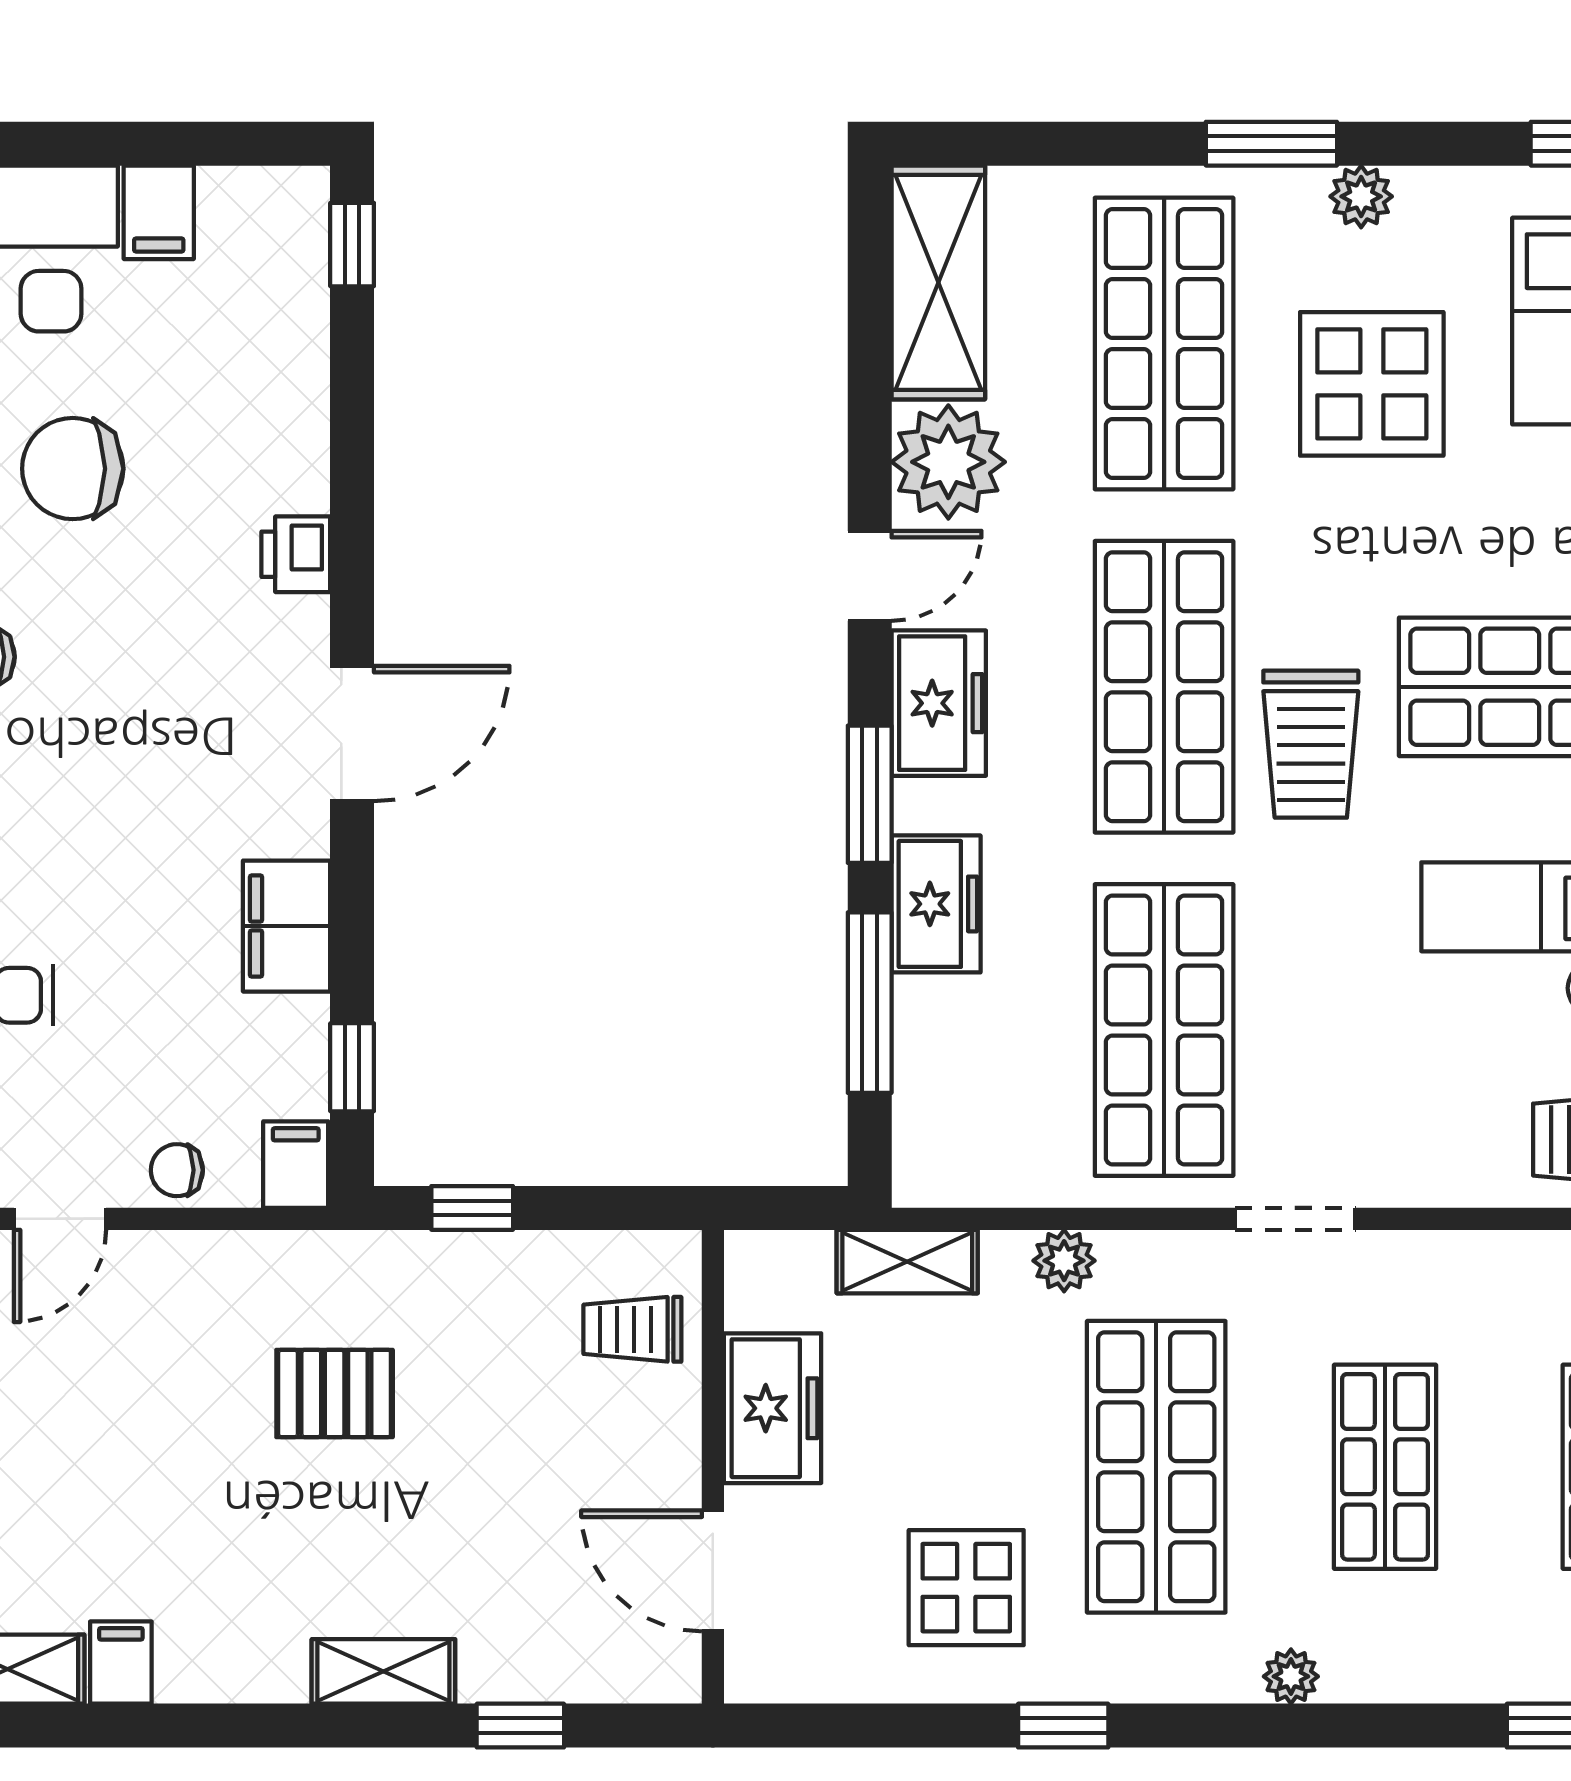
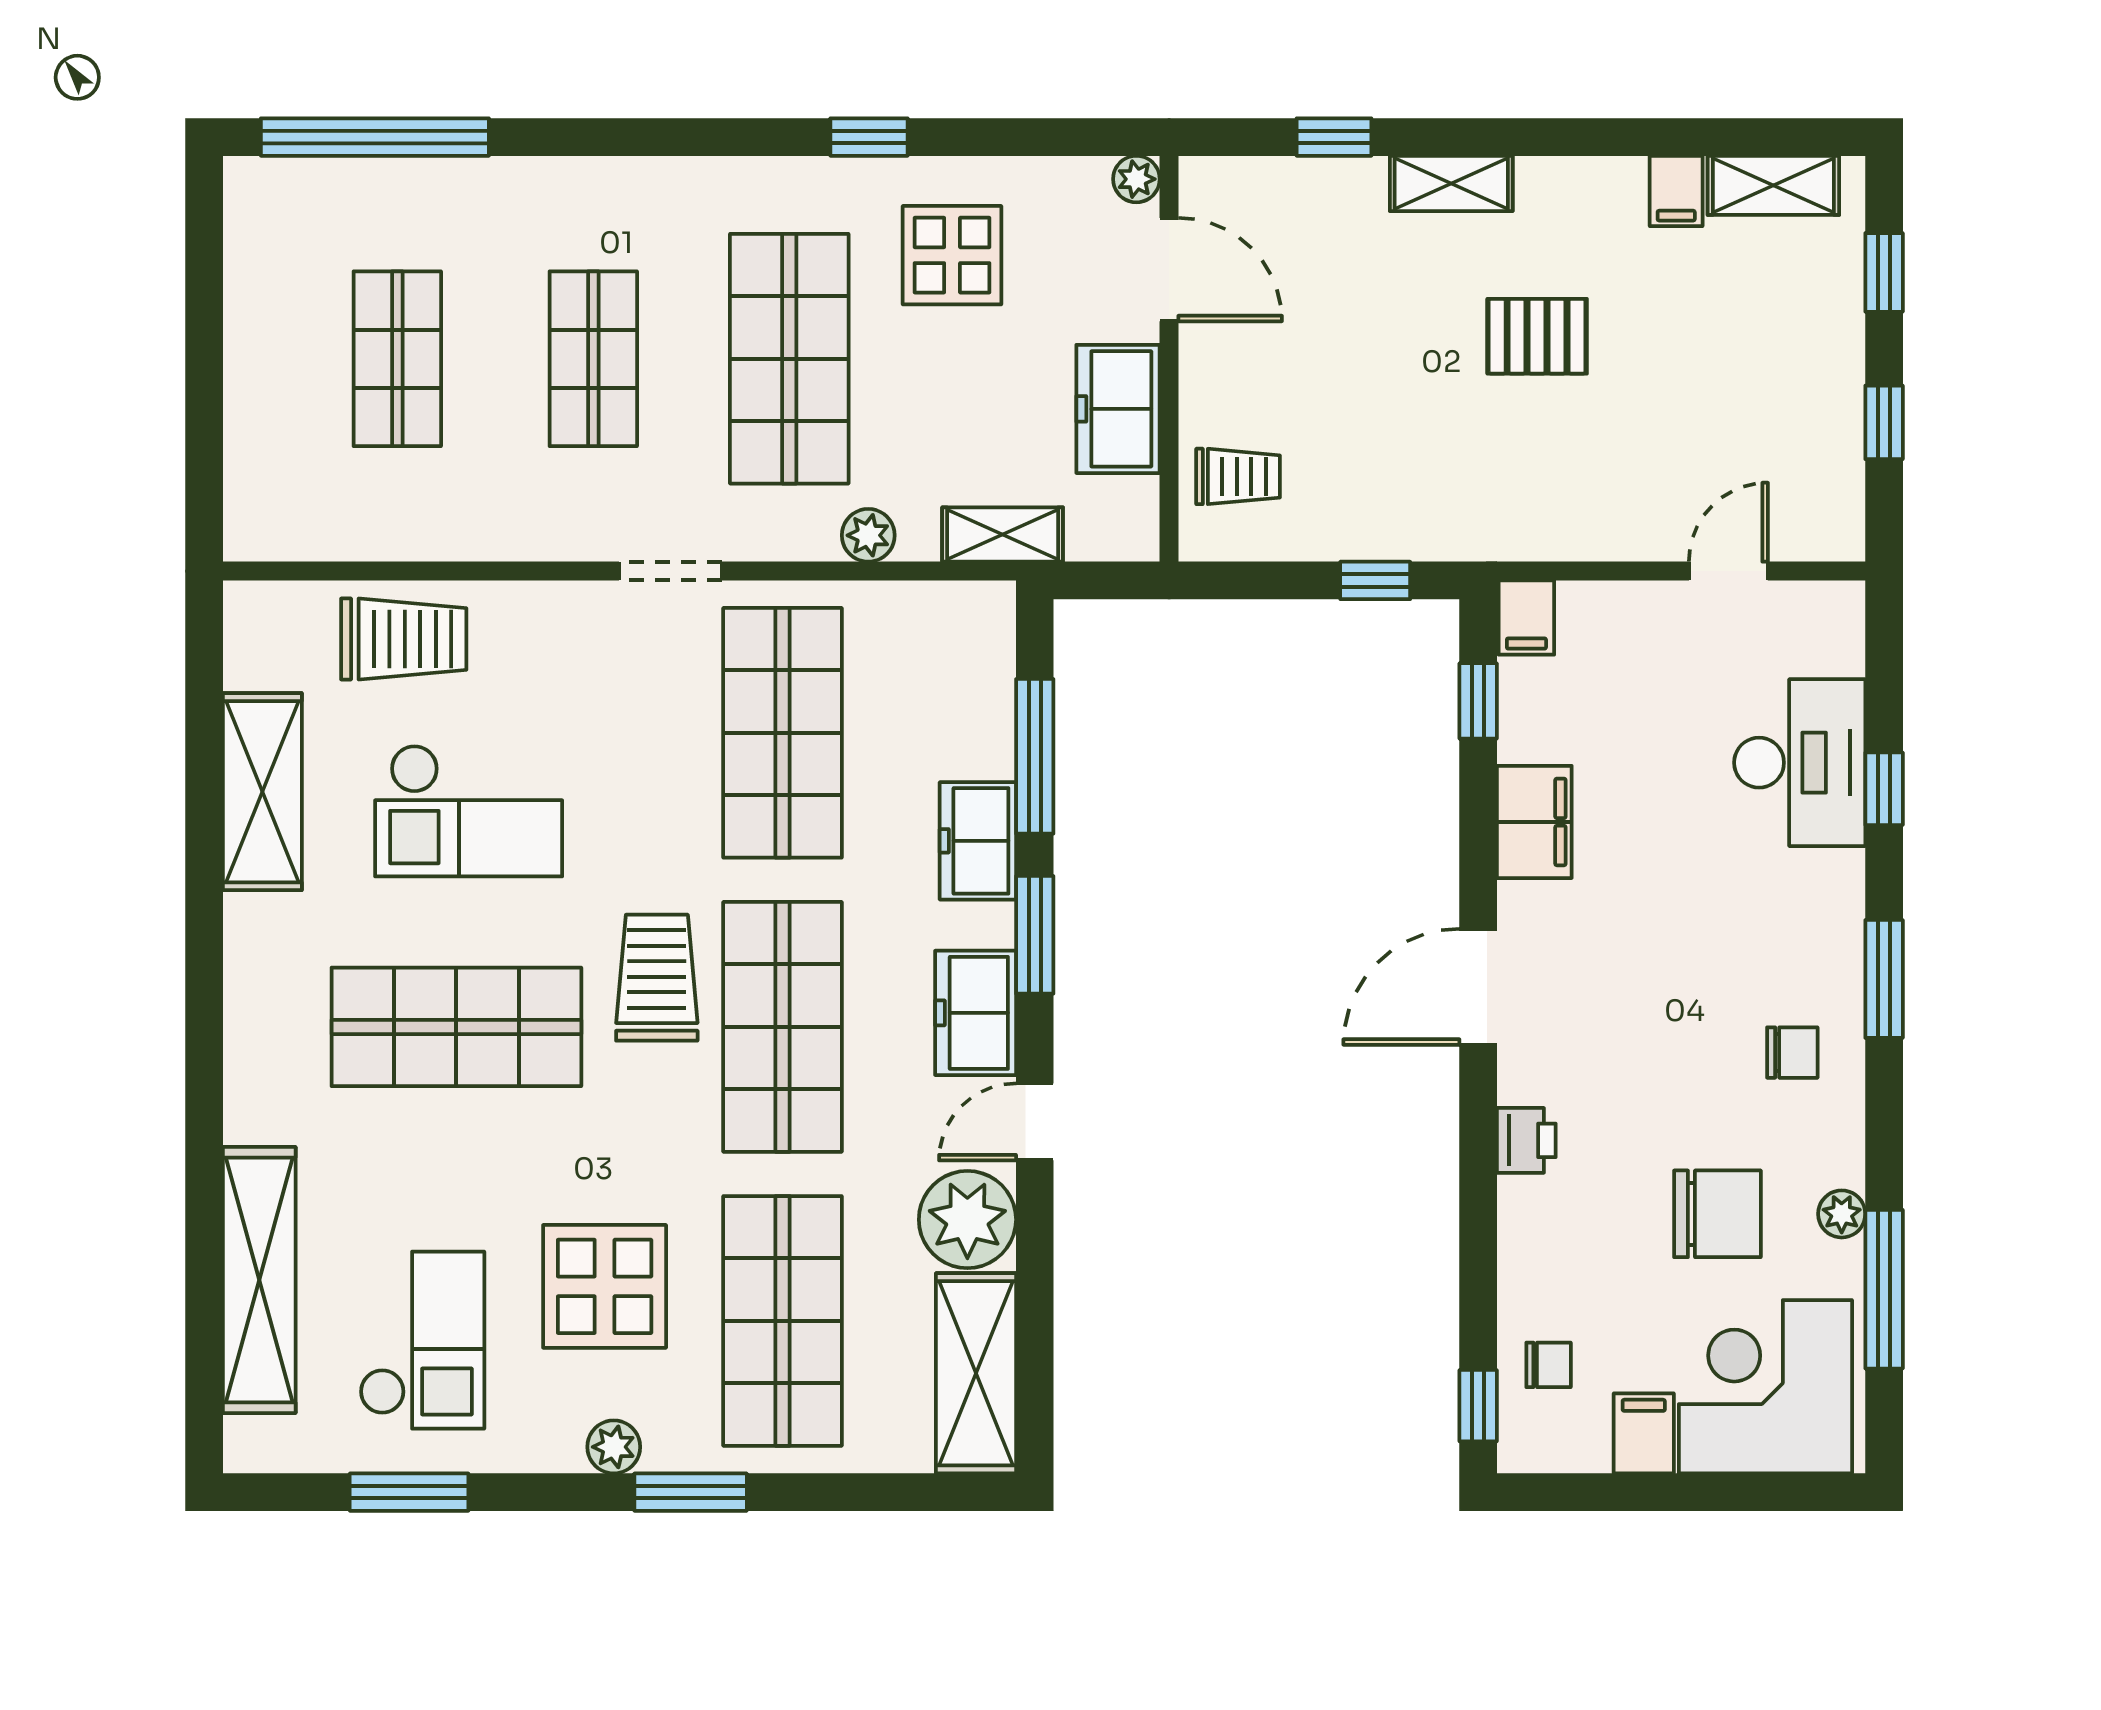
chair: (177, 1170) -> (1549, 1365), moved
pallet: (335, 1393) -> (1537, 336), moved
plant: (1291, 1676) -> (1136, 179), moved

